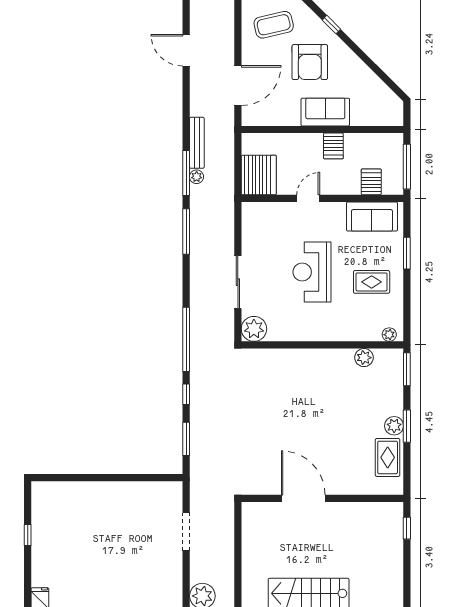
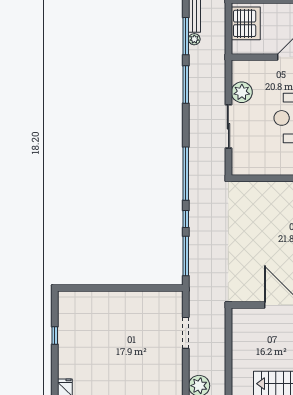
server rack: (259, 175) -> (246, 23), moved
plant: (254, 329) -> (242, 92), moved
window: (186, 439) -> (186, 256), width x1.44

